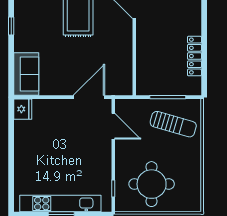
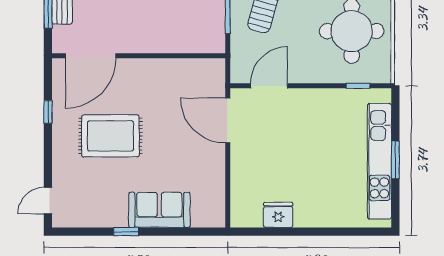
sofa: (26, 74) -> (159, 210), moved
fridge: (23, 109) -> (278, 215), moved

